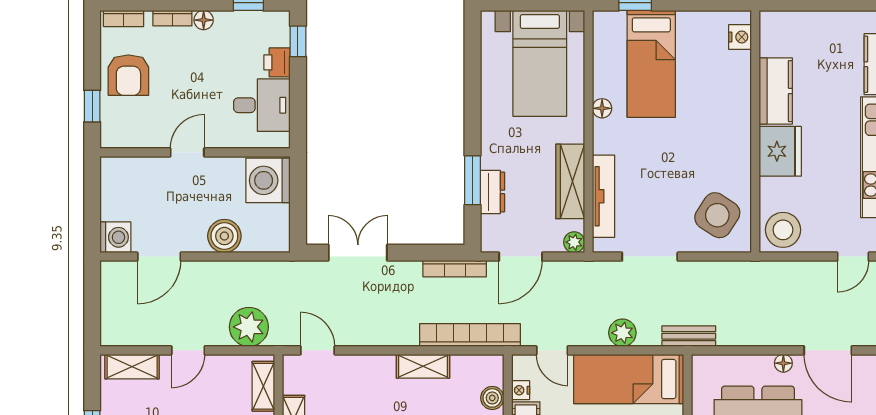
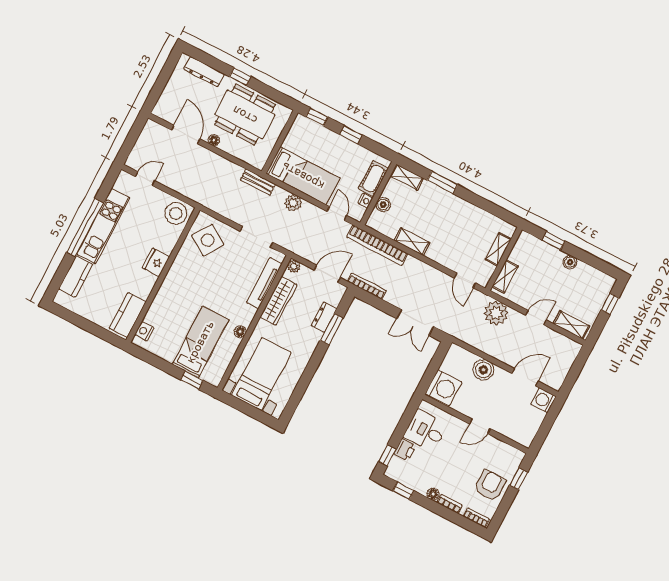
kitchen counter: (776, 91) -> (128, 315), moved
fridge: (780, 151) -> (156, 262), width x0.73, depth x0.75

